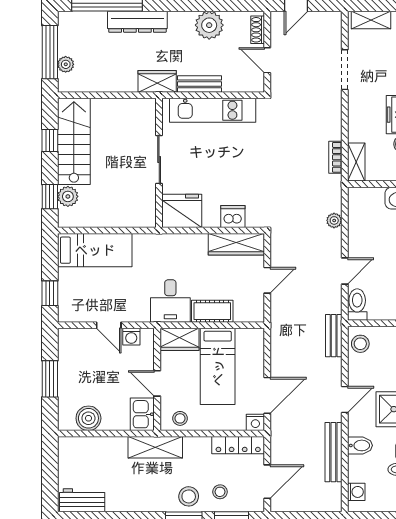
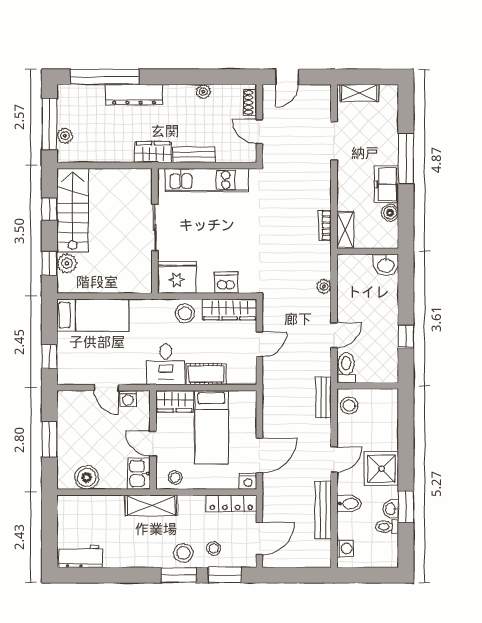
plant: (209, 25) -> (203, 92), width x0.53, depth x0.53
stool: (190, 248) -> (185, 313), added

